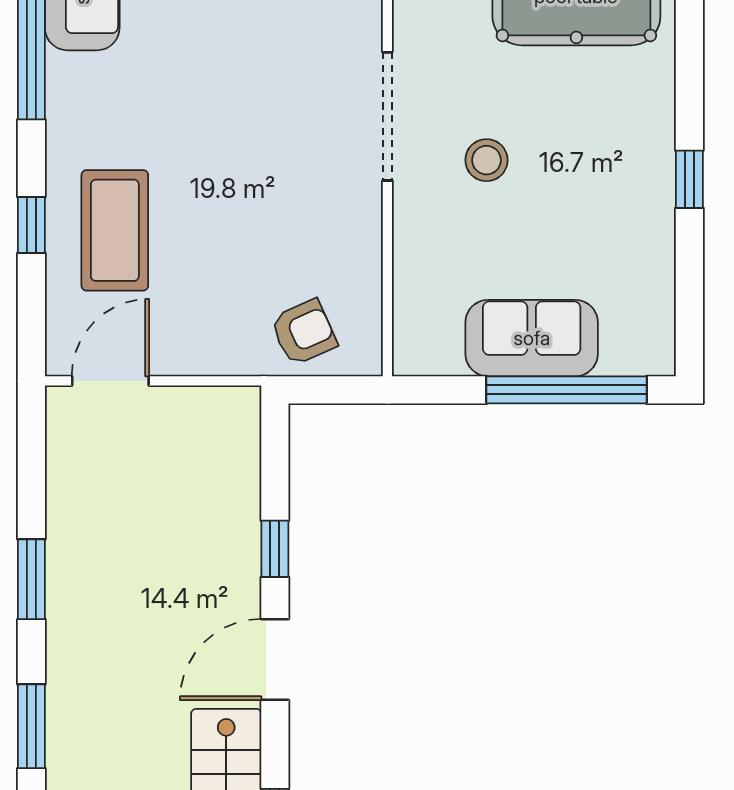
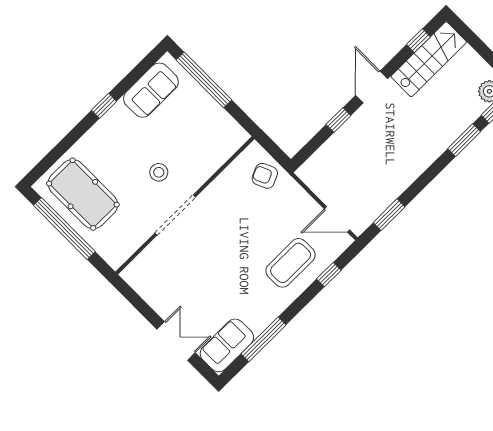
window: (31, 225) -> (329, 275), moved
sofa: (532, 338) -> (151, 90), moved, turned -90
window: (31, 579) -> (389, 215), moved
door: (275, 660) -> (372, 87), swing flipped

